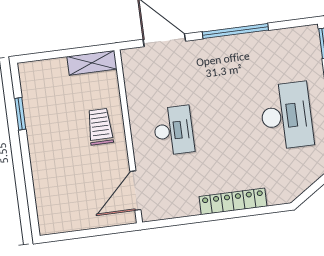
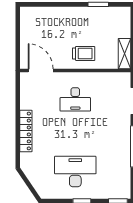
desk: (286, 116) -> (75, 172), turned 180

